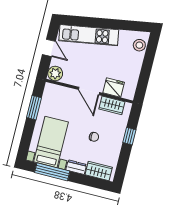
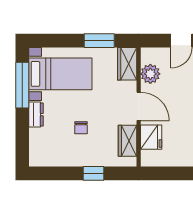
plant: (55, 73) -> (150, 74), moved
door: (89, 91) -> (139, 106), swing flipped
wardrobe: (99, 171) -> (127, 64), moved, turned 180

